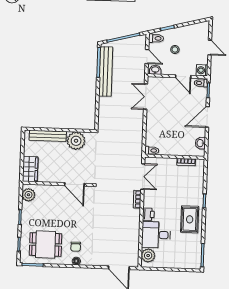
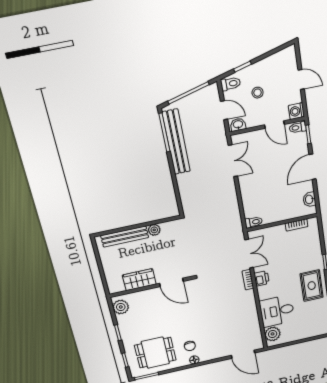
double door: (146, 97) -> (233, 161), swing flipped
plant: (76, 141) -> (154, 230), width x0.53, depth x0.53
wardrobe: (30, 169) -> (139, 280), moved, turned -90
printer: (148, 214) -> (262, 278), moved

